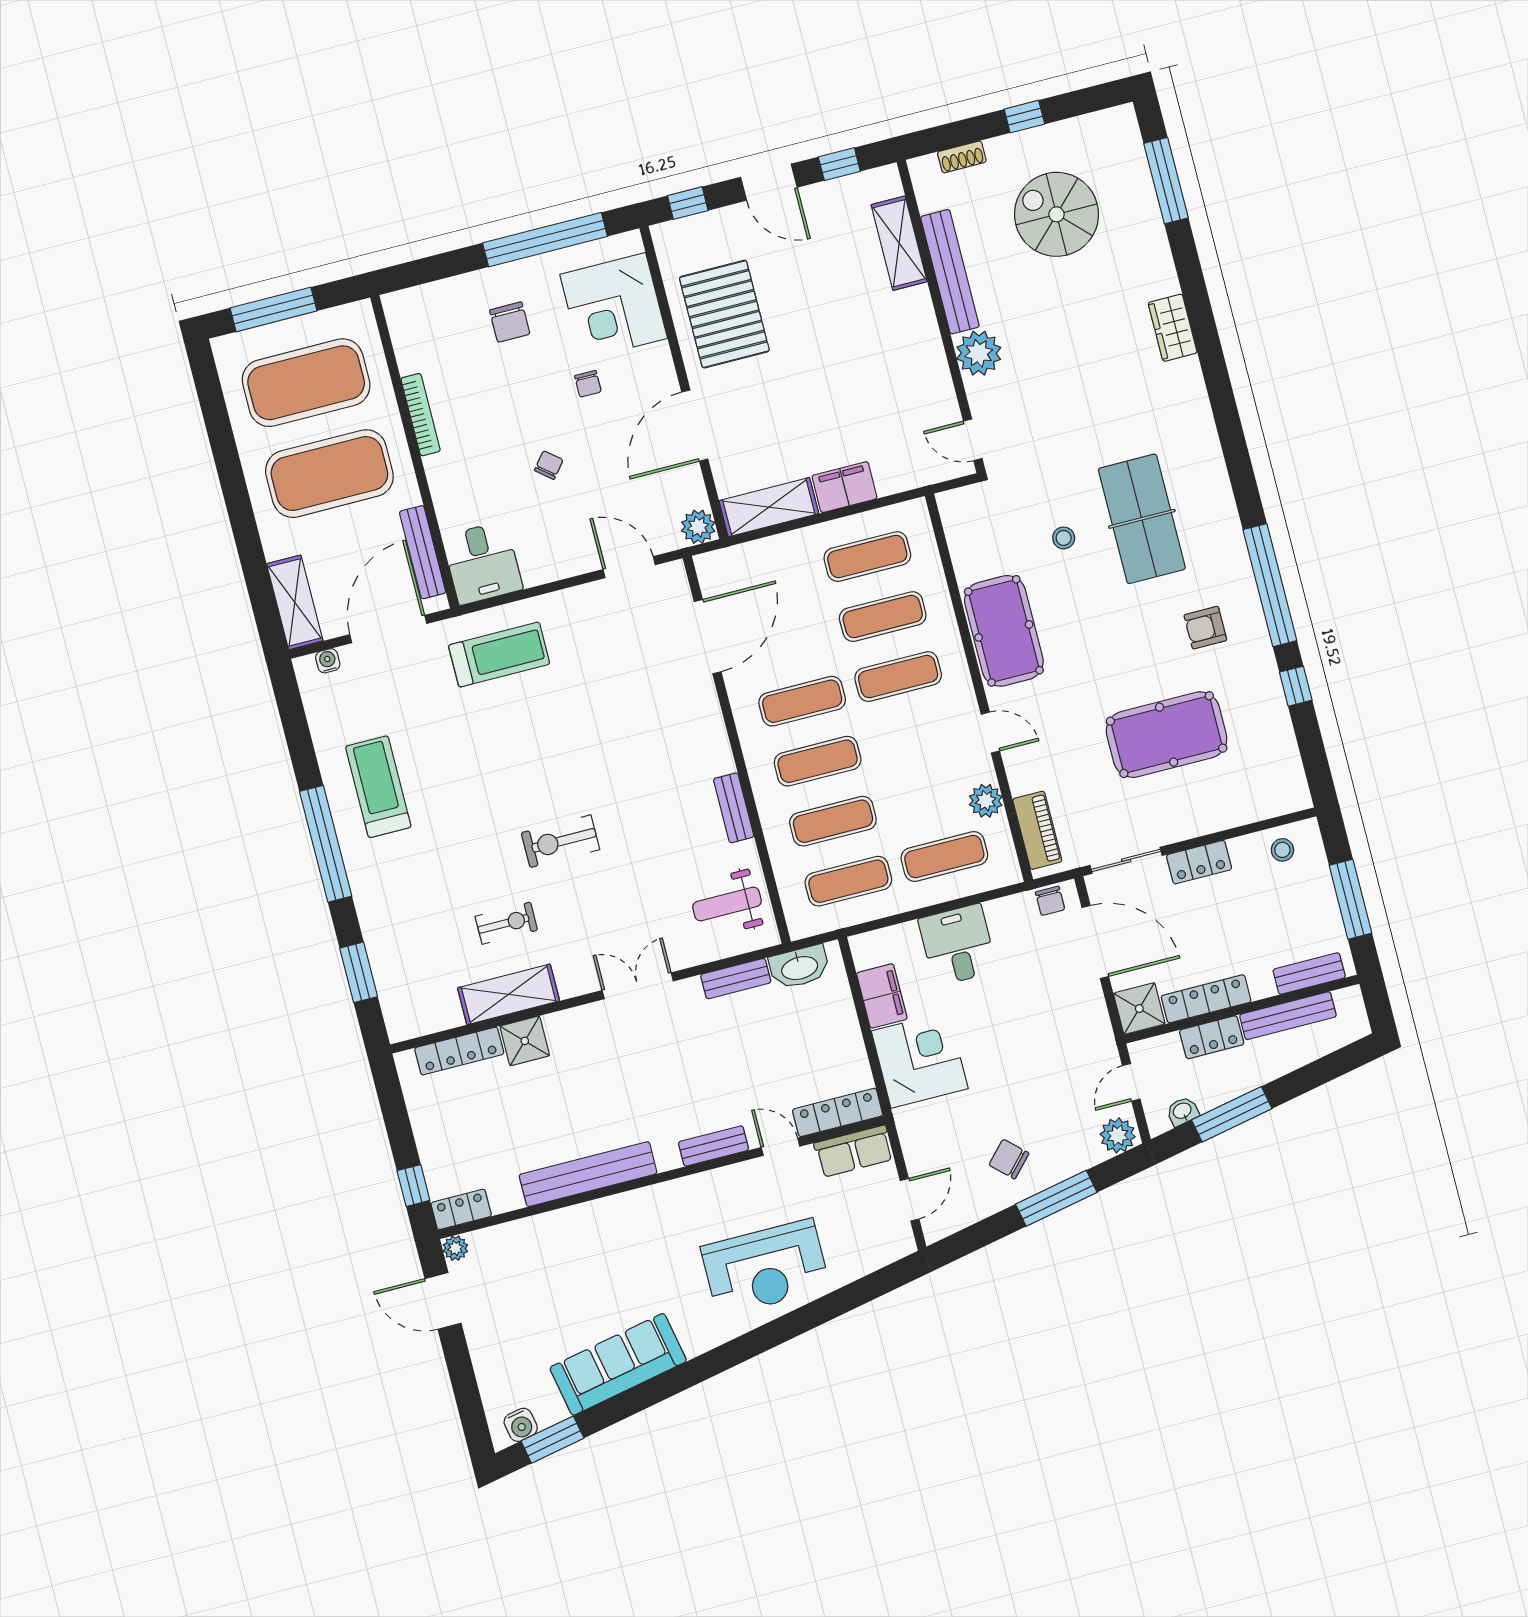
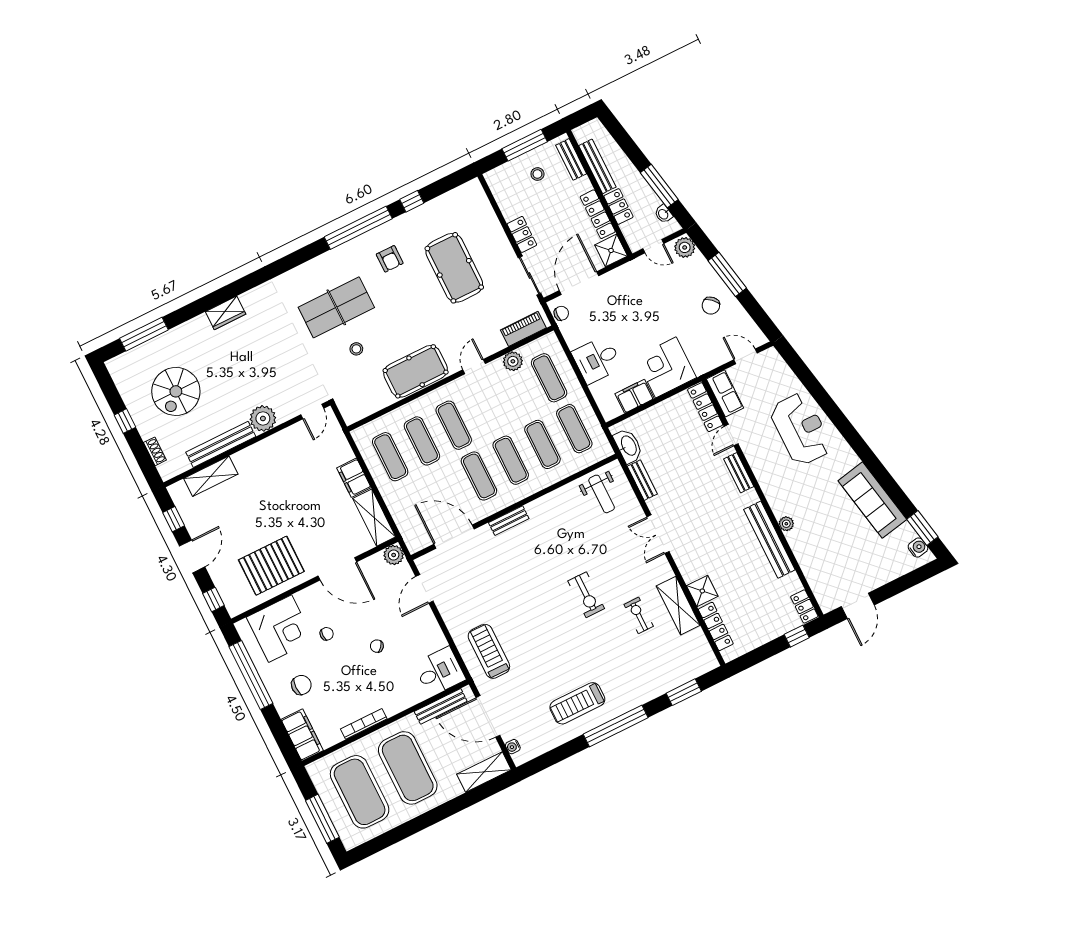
filing cabinet: (424, 305) -> (302, 735), added
bench: (734, 808) -> (509, 521), moved
stool: (1282, 850) -> (537, 174), moved
plant: (455, 1248) -> (786, 524), moved

